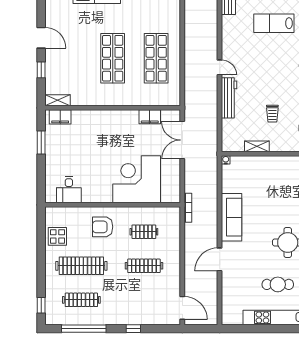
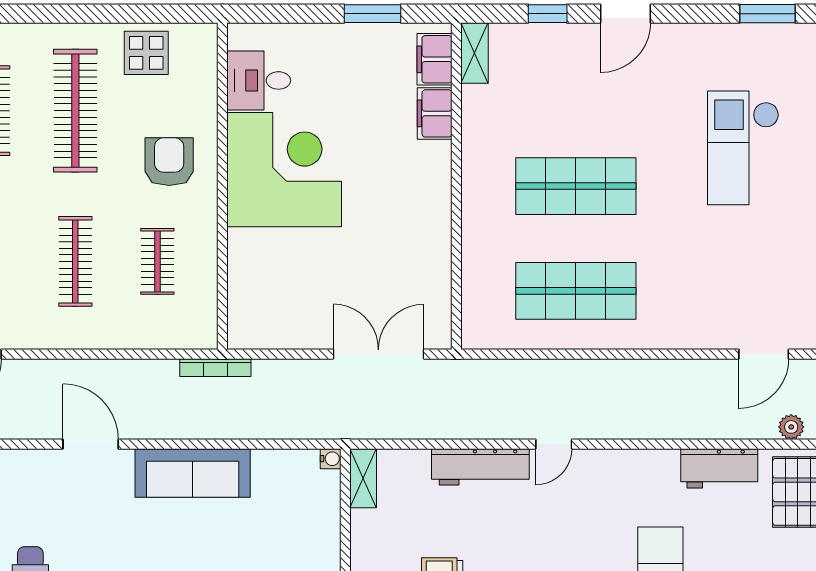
filing cabinet: (150, 117) -> (435, 113), moved
shelving: (257, 146) -> (363, 478), moved
corner desk: (137, 179) -> (284, 170), moved

